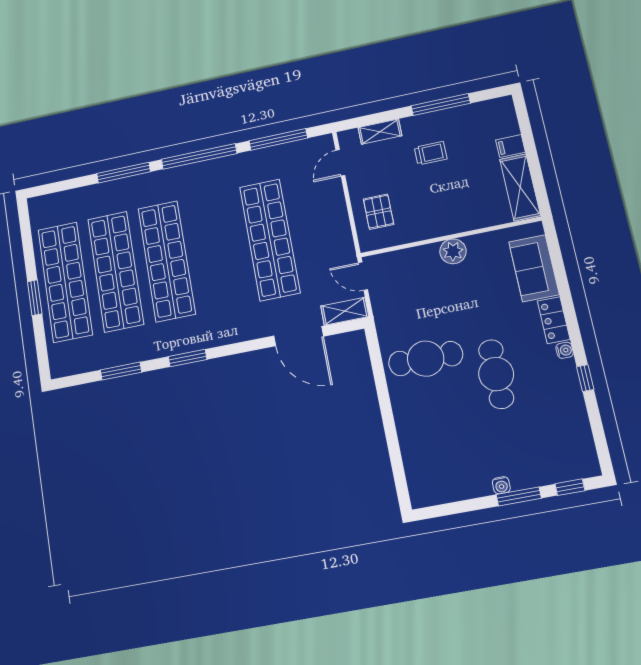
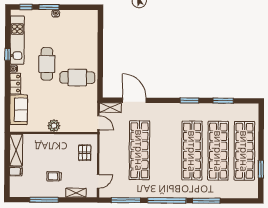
window: (35, 298) -> (261, 169), moved
kitchen unit: (572, 412) -> (17, 40), added

